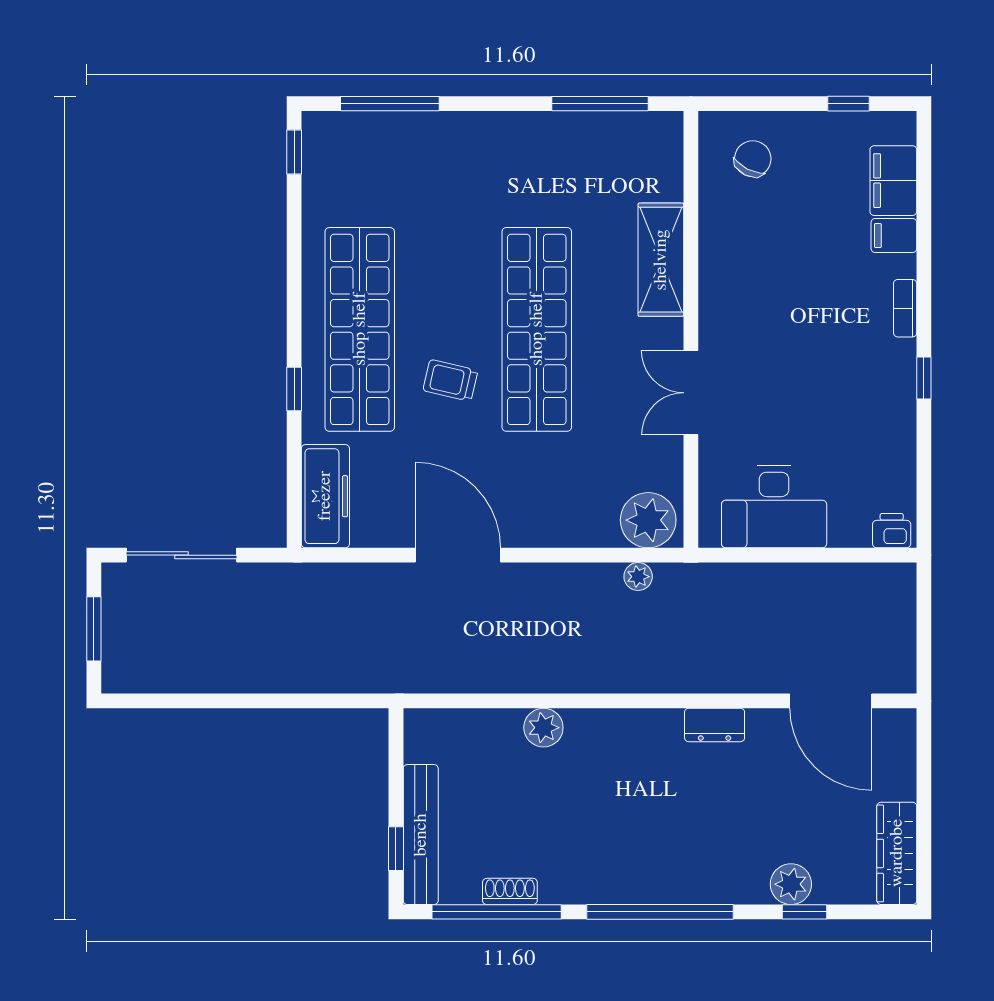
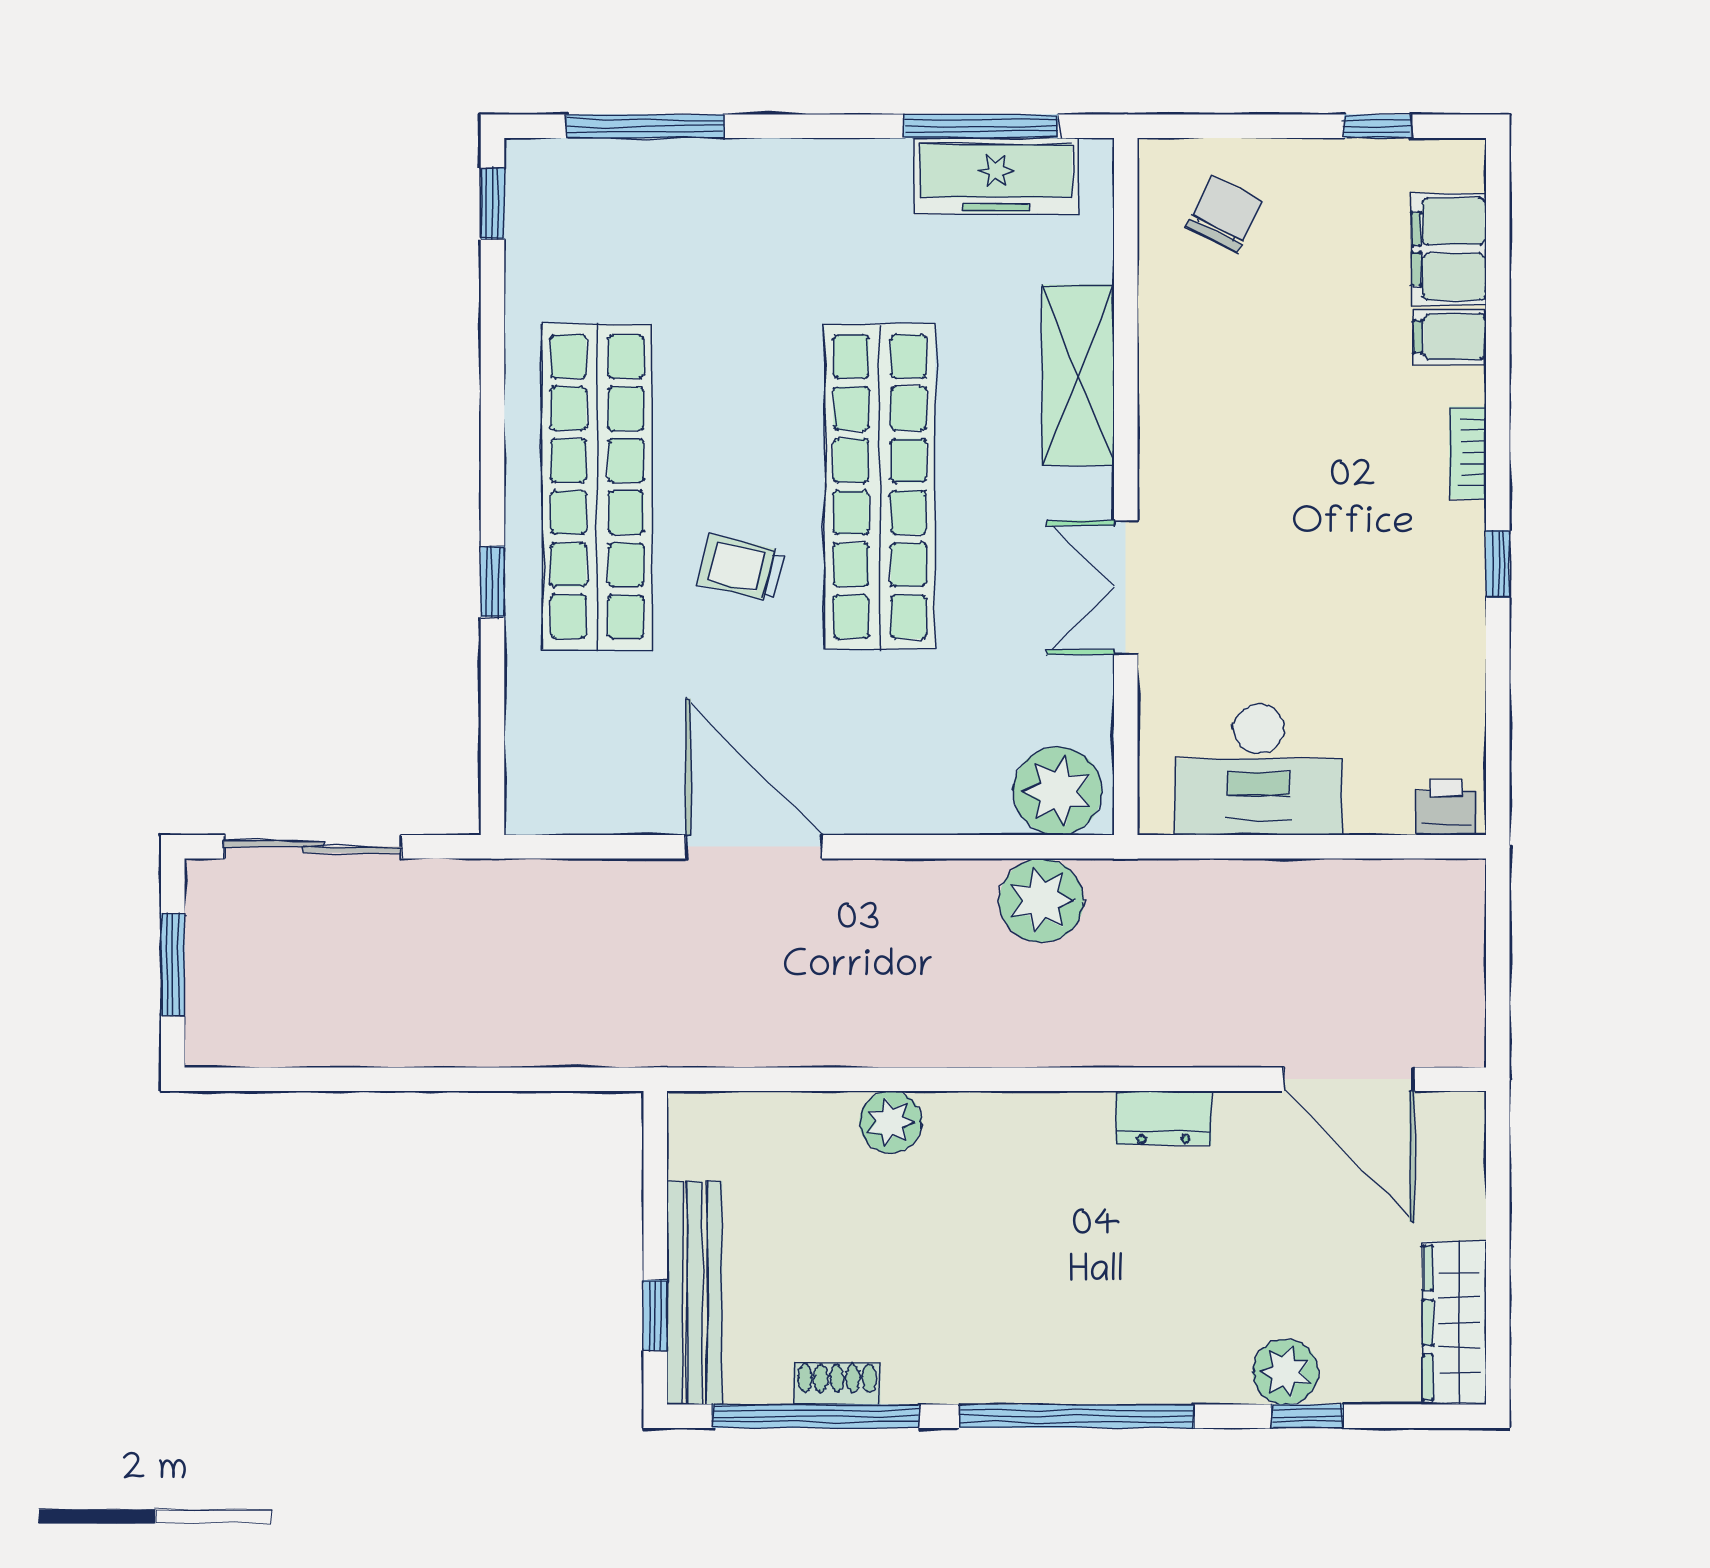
freezer: (325, 496) -> (996, 176), moved, turned 90
plant: (638, 577) -> (1042, 901), width x1.88, depth x1.88

